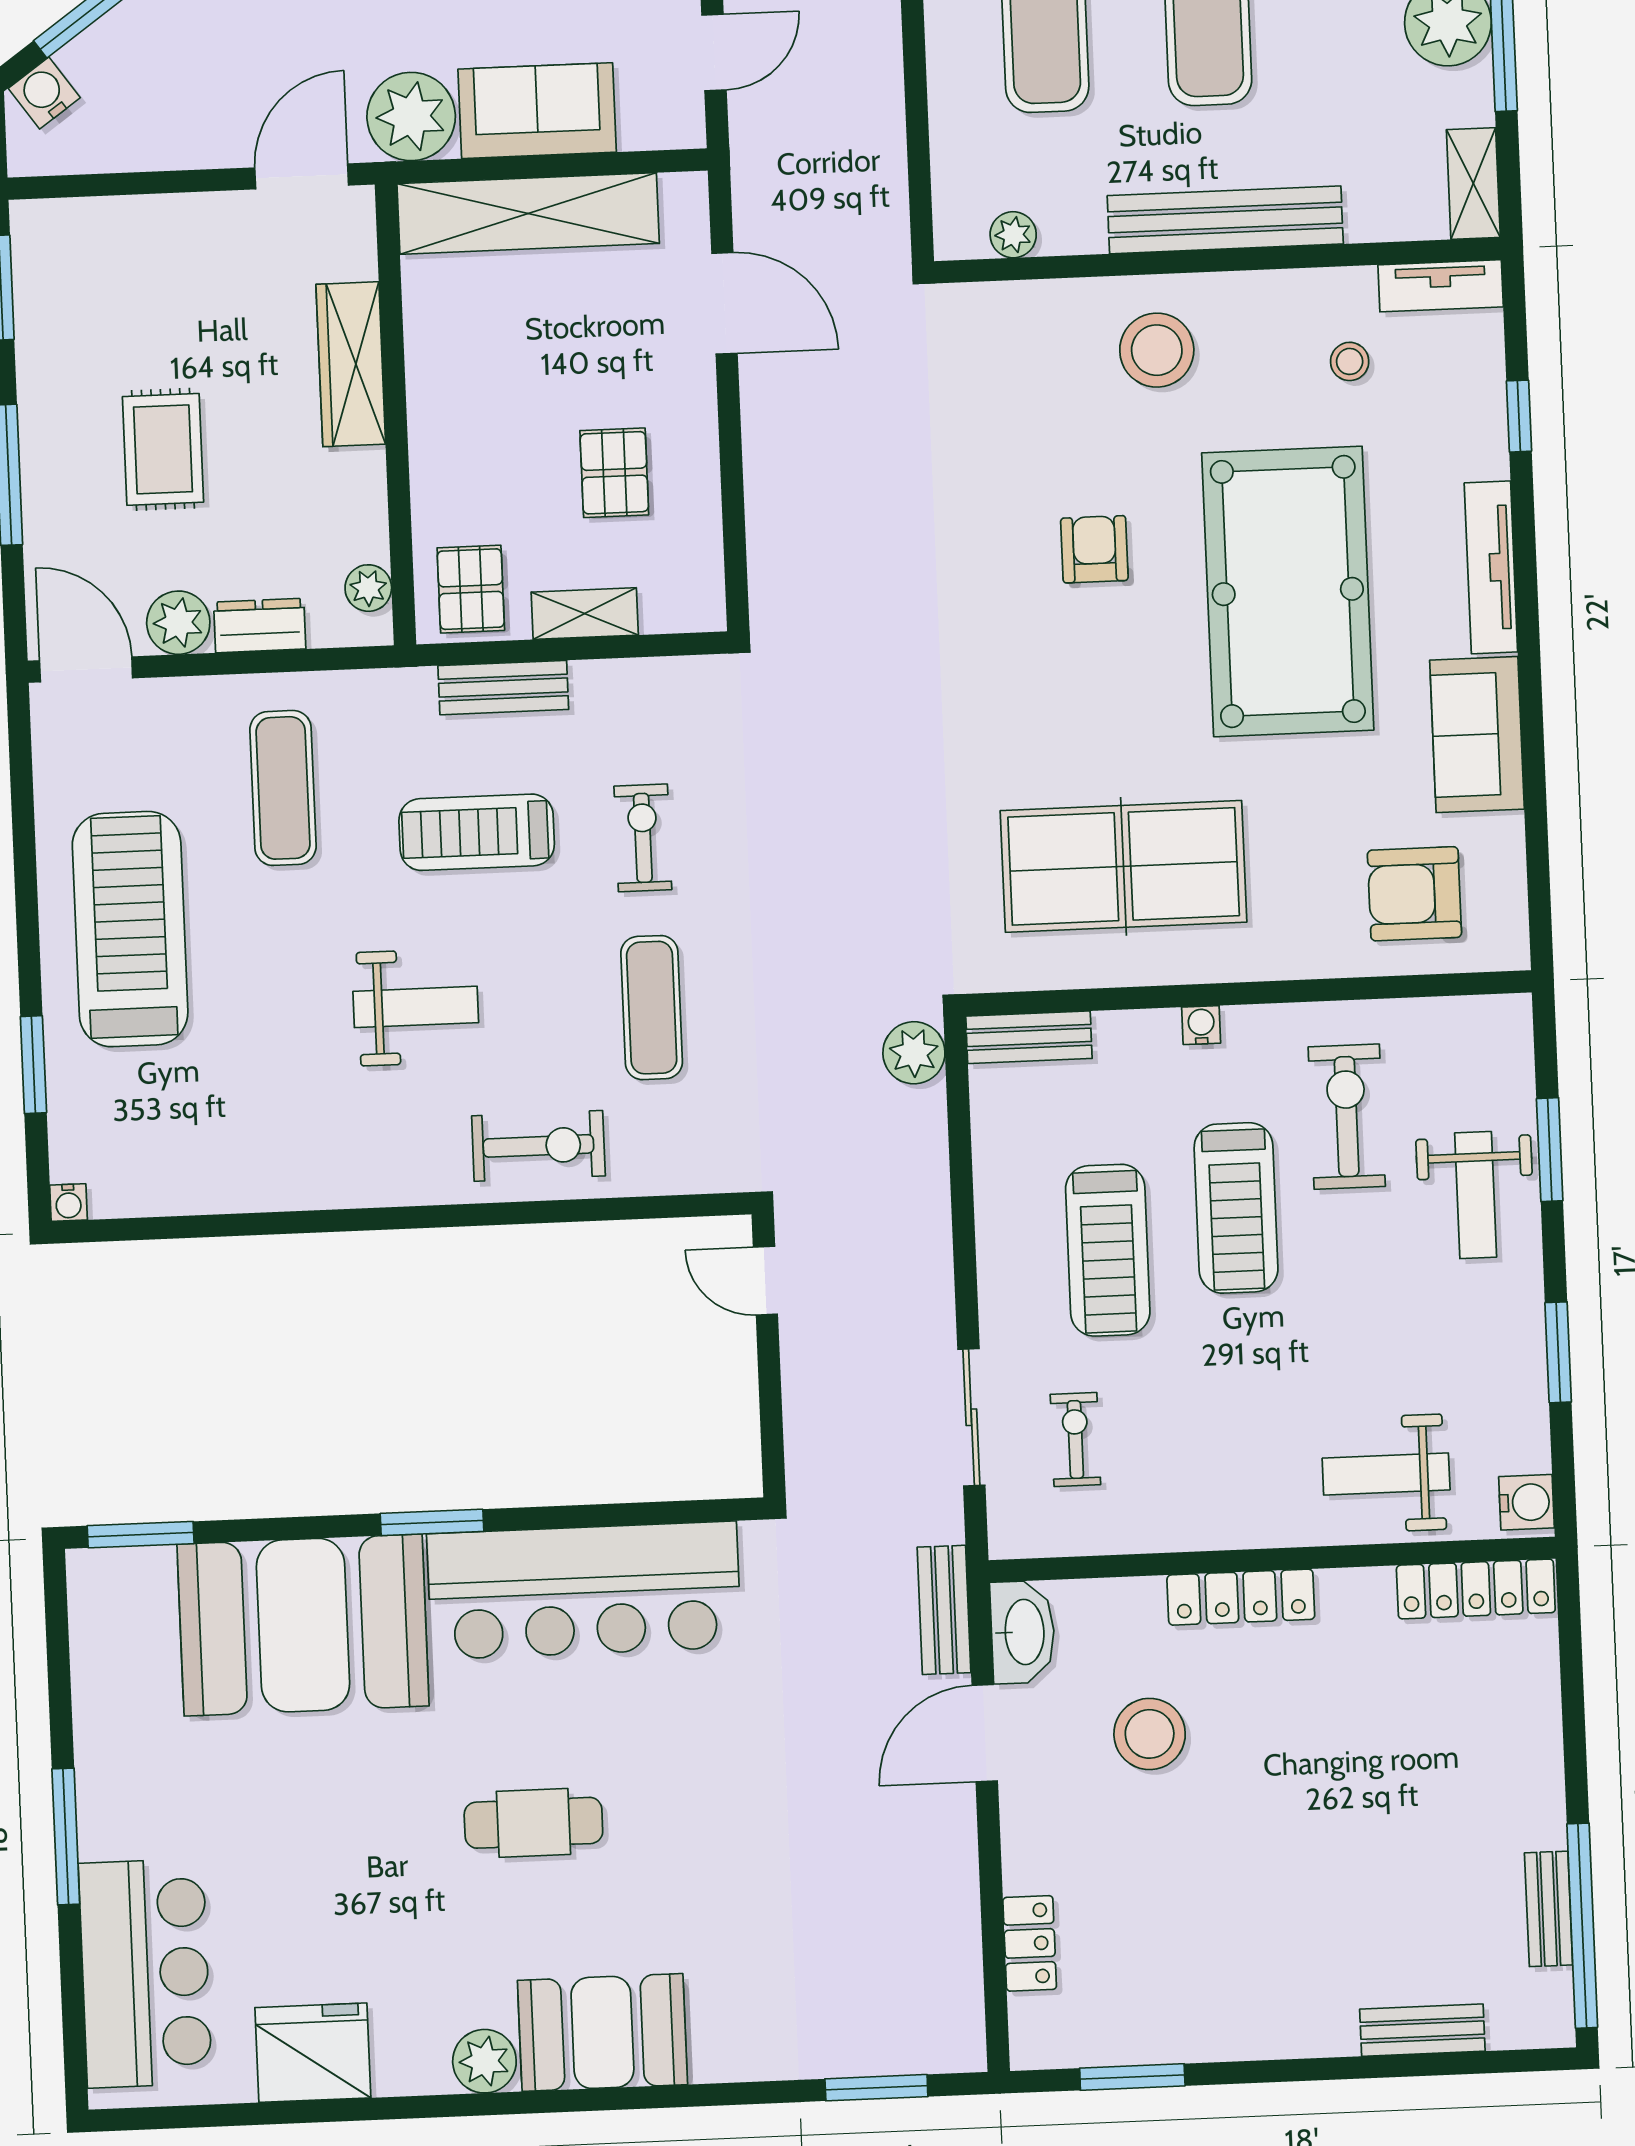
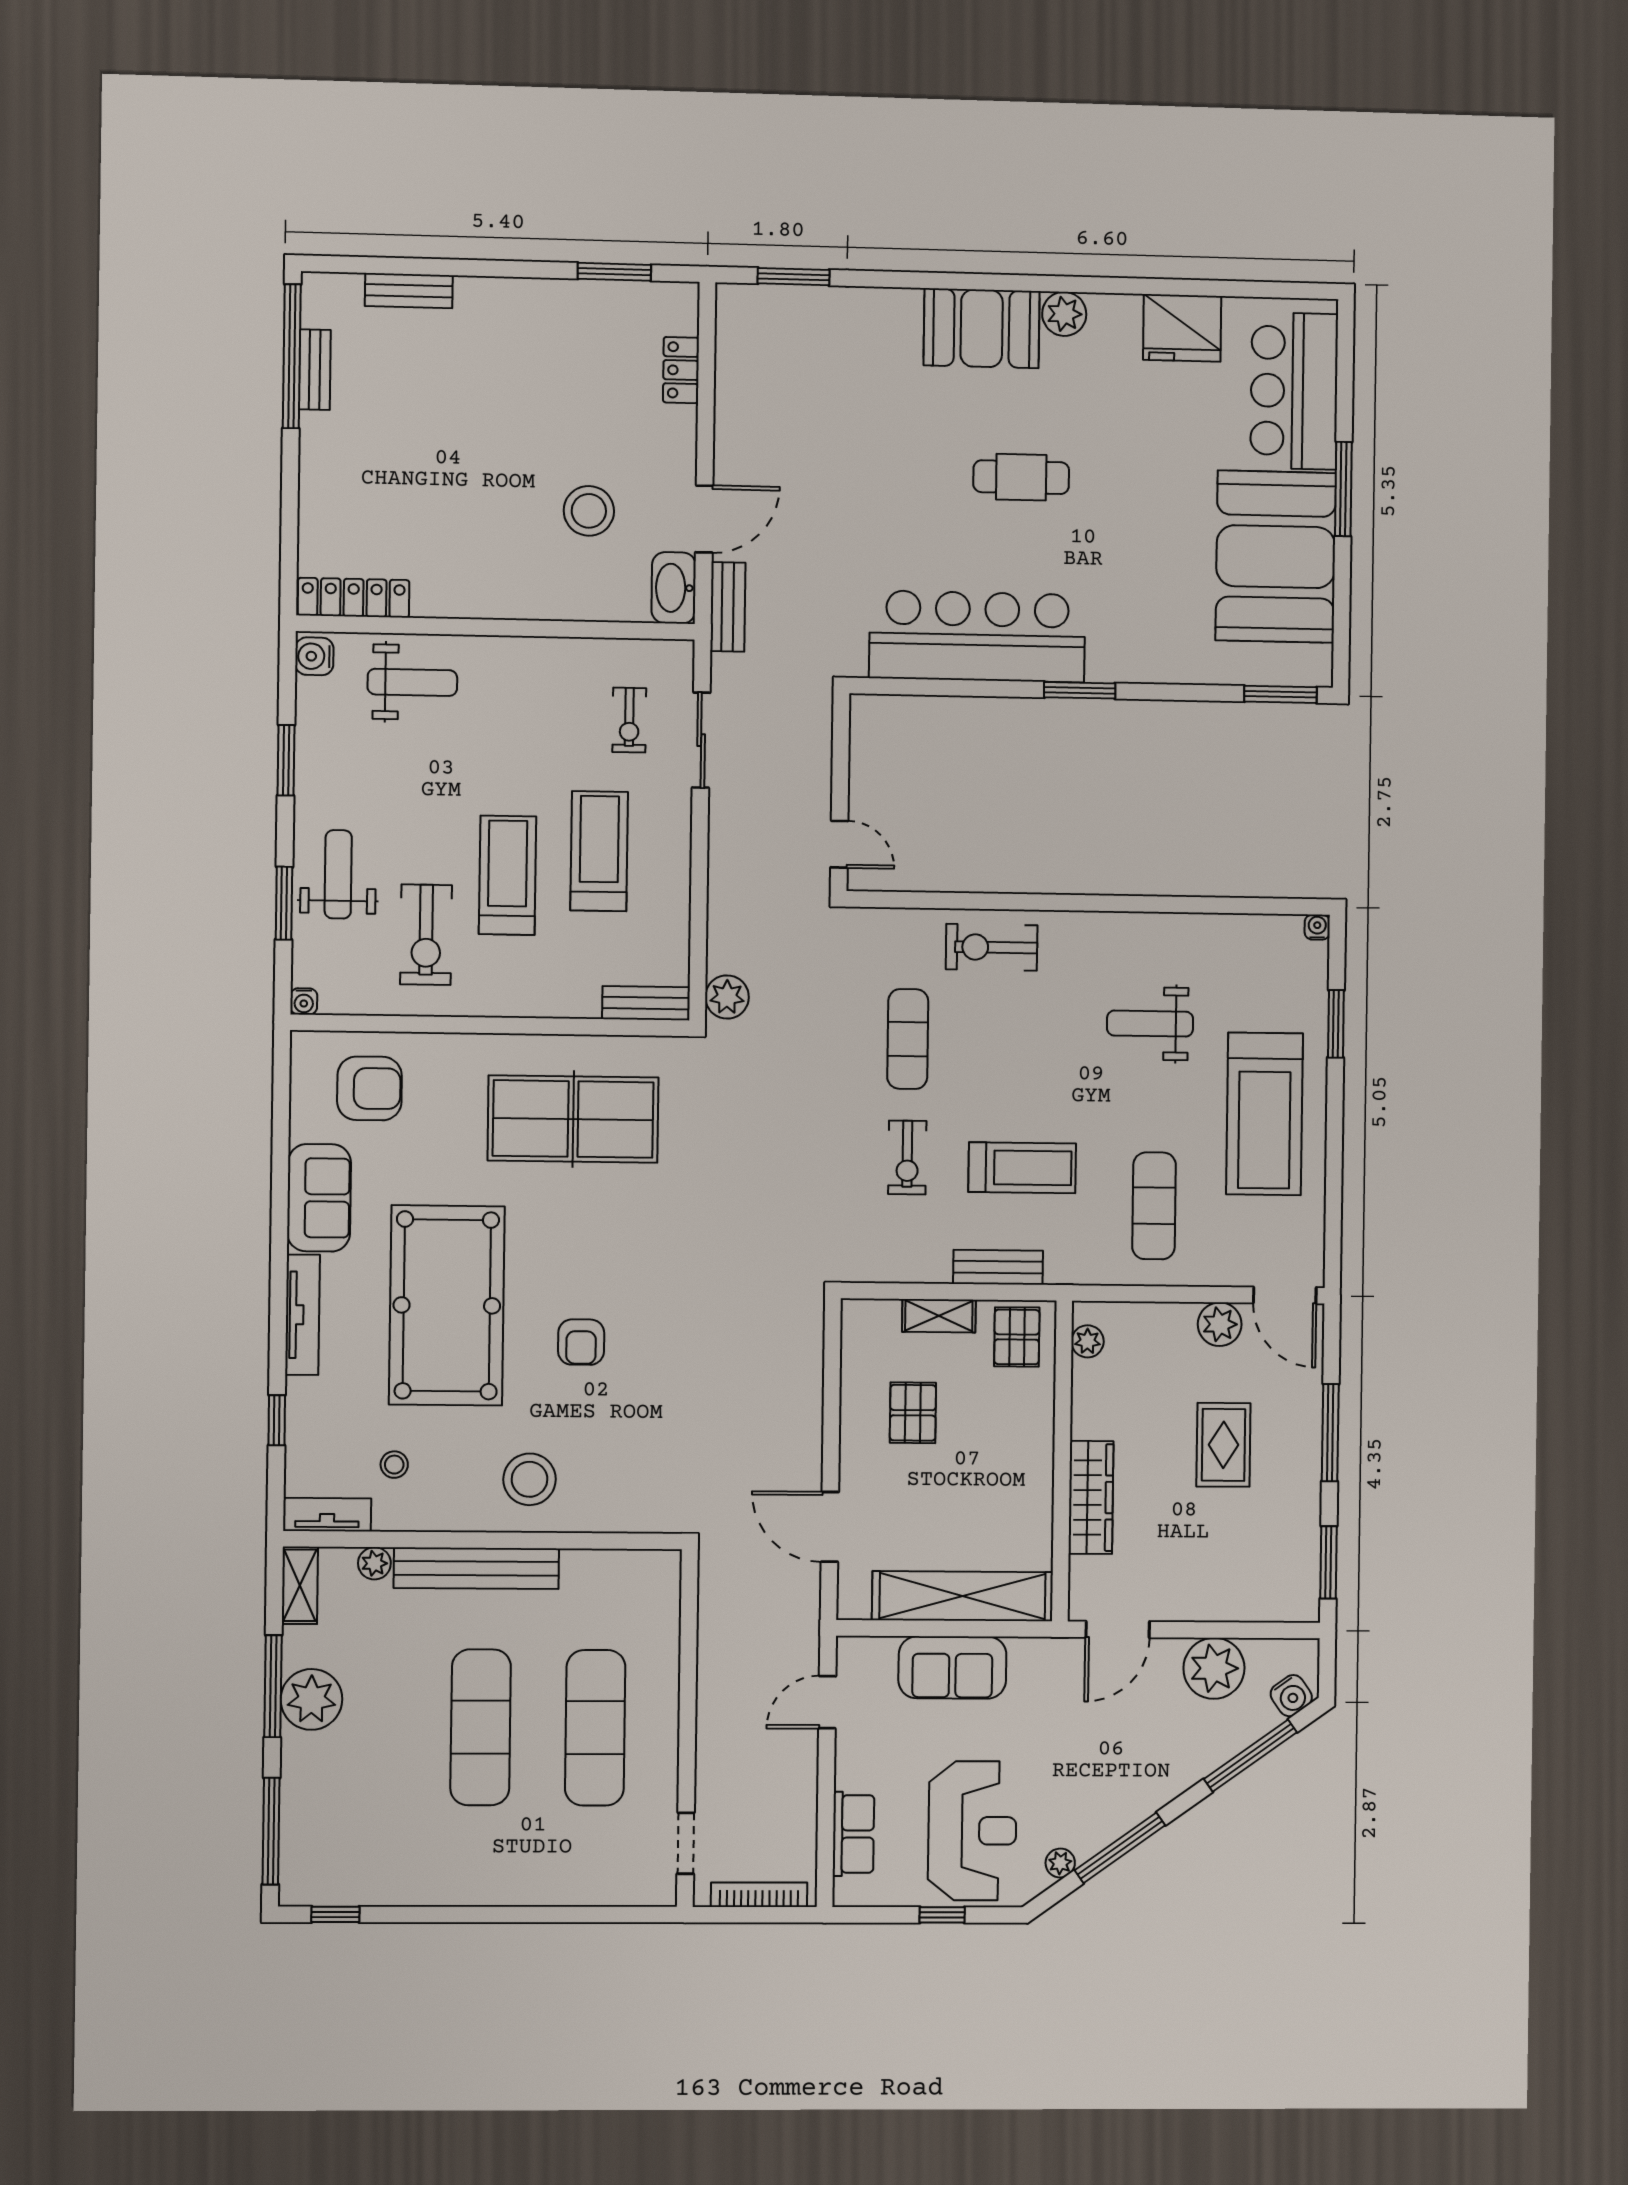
plant: (411, 116) -> (1214, 1668), moved
plant: (1013, 235) -> (374, 1563), moved
dresser: (260, 625) -> (1164, 1319), removed
weight bench: (416, 1007) -> (1150, 1024), moved
water cooler: (1201, 1025) -> (304, 1001), moved
locker: (1241, 1597) -> (519, 602), removed
booth: (303, 1625) -> (1276, 557), moved, turned 90

